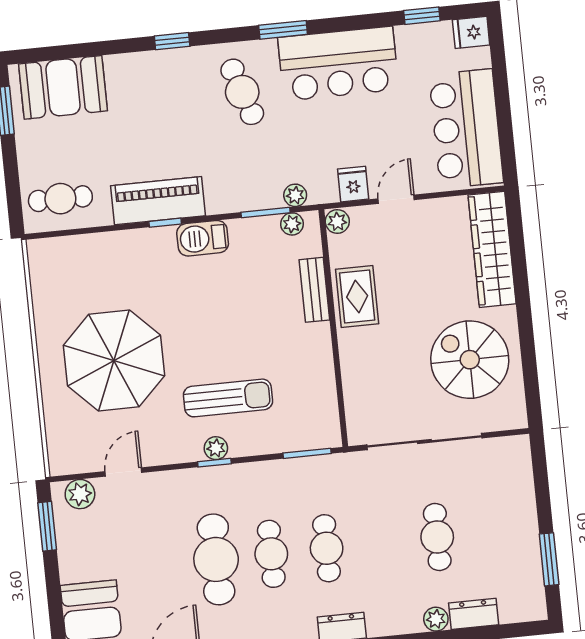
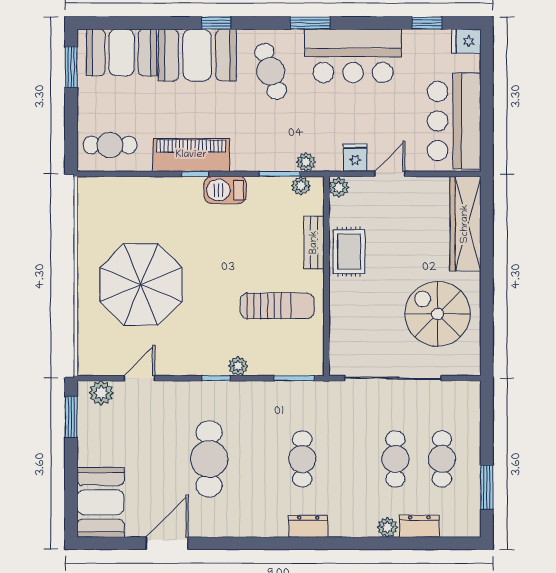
booth: (153, 81) -> (197, 55), added
sun lounger: (228, 398) -> (277, 306), moved
plant: (216, 448) -> (238, 366), moved
cafe table: (271, 554) -> (442, 459), moved

